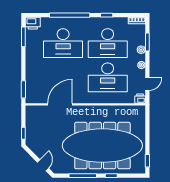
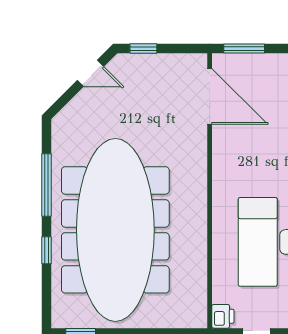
door: (60, 104) -> (210, 97), moved
door: (43, 165) -> (90, 73), moved

